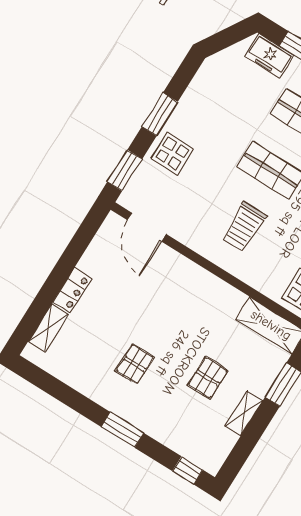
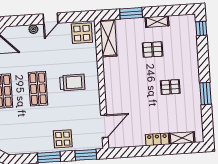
window: (122, 430) -> (206, 94), moved

